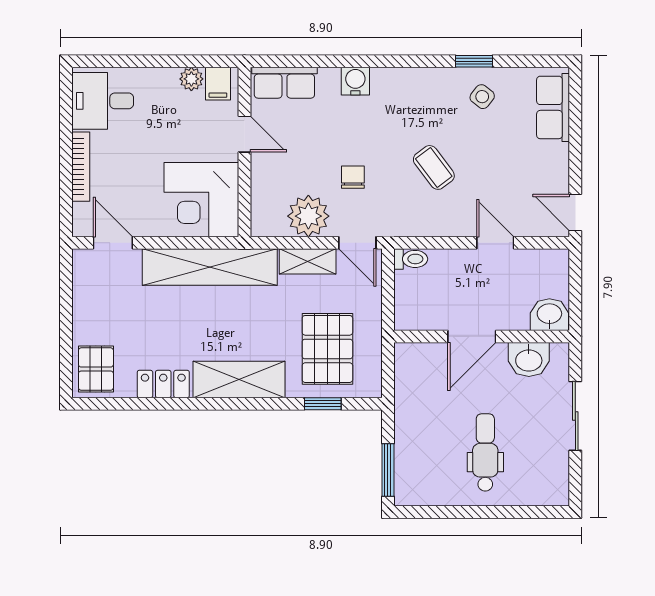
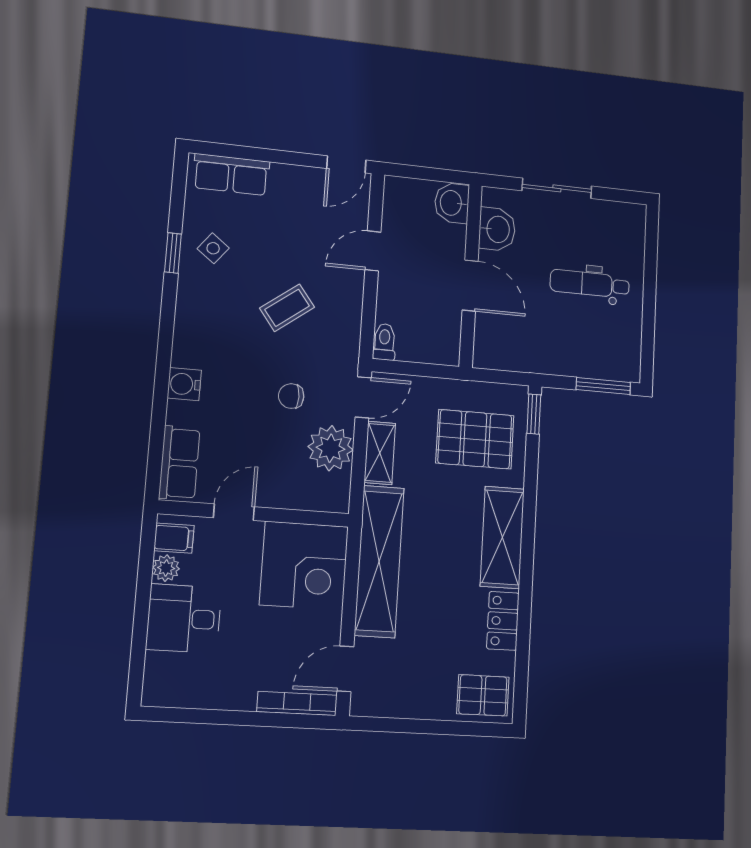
desk: (103, 101) -> (184, 619), moved, turned 90
bookcase: (81, 167) -> (297, 703), moved
window: (323, 404) -> (534, 414), moved

